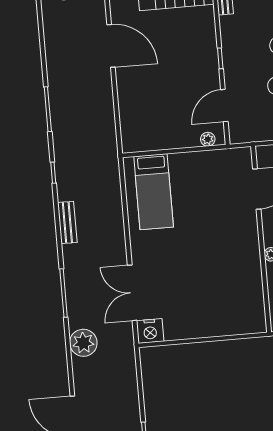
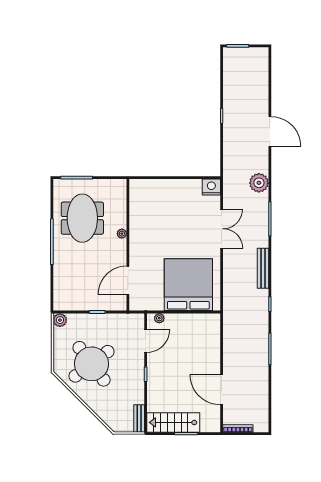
bed: (154, 192) -> (188, 285), width x2.04
bench: (67, 222) -> (263, 268), width x1.36
double door: (132, 293) -> (222, 229), moved

